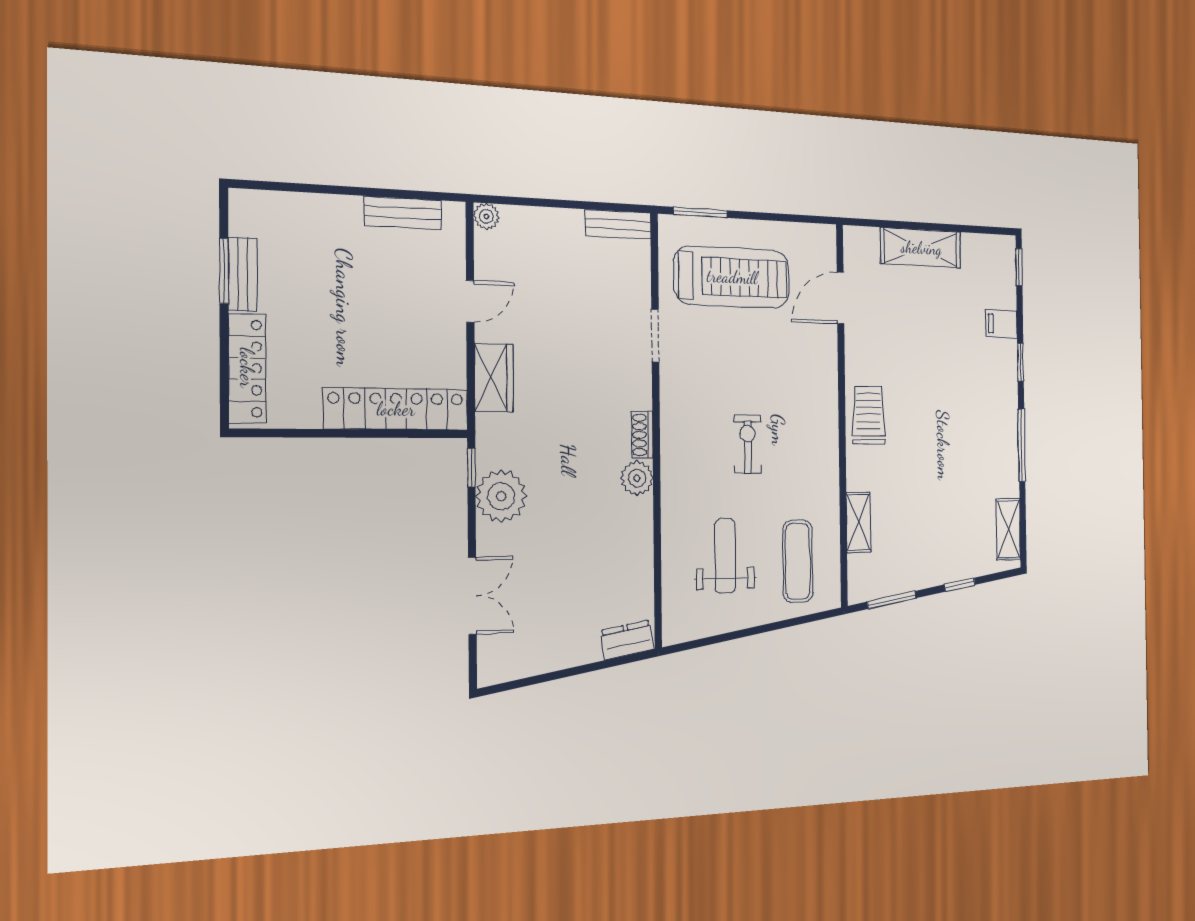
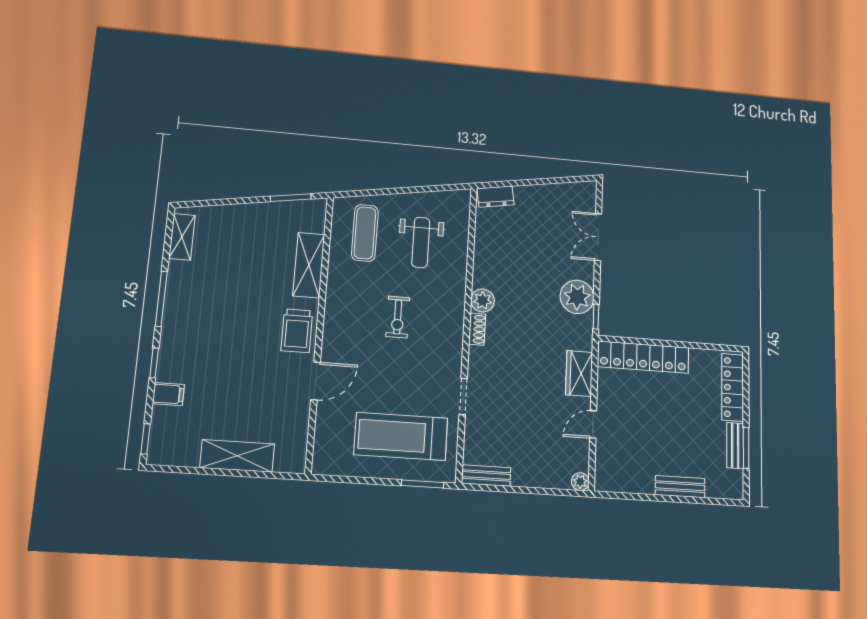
bench: (403, 213) -> (680, 487), moved
door: (840, 298) -> (315, 381), moved
shelving: (858, 522) -> (309, 265), width x1.50, depth x1.33
window: (960, 585) -> (231, 201), removed

